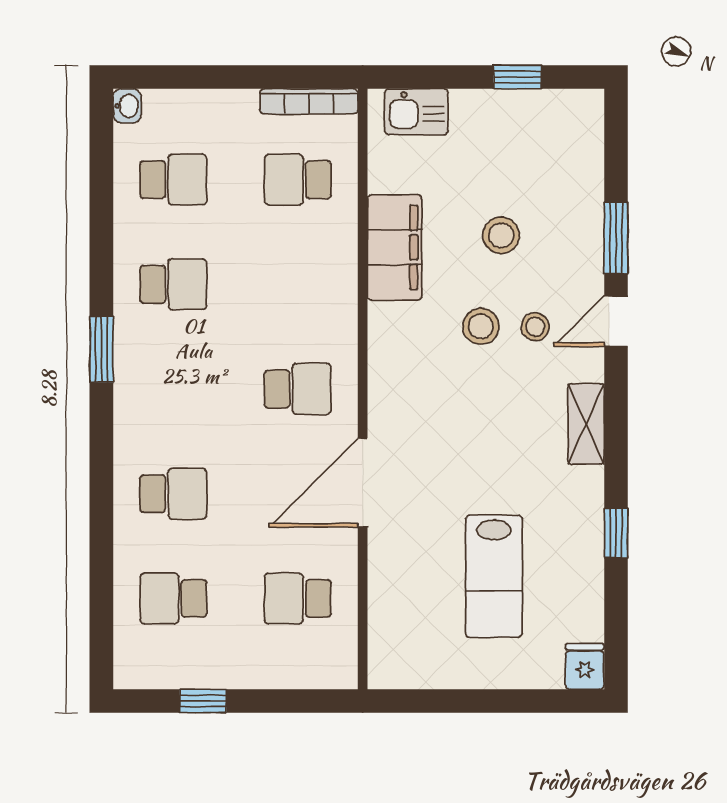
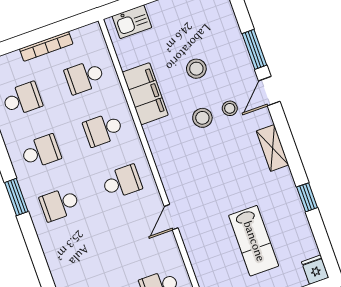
bookcase: (309, 101) -> (46, 46), moved
school desk: (298, 284) -> (103, 129), added
door: (363, 483) -> (171, 217), width x0.53
school desk: (173, 494) -> (60, 204), moved, turned 180

